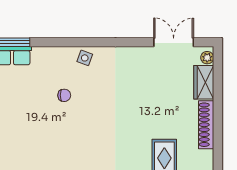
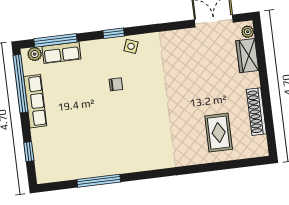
window: (68, 42) -> (114, 33), added
shoe rack: (206, 125) -> (256, 112), moved

